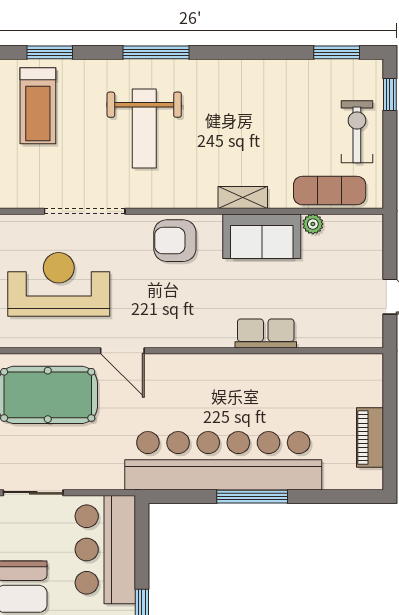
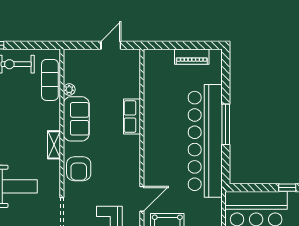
shelving: (243, 198) -> (54, 145), moved

